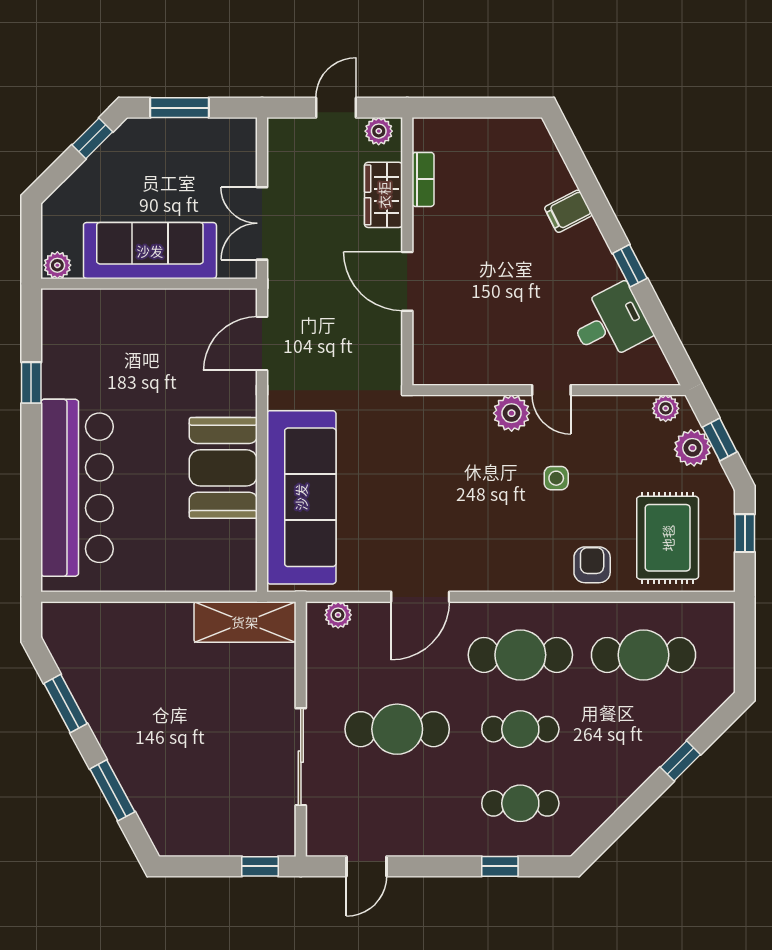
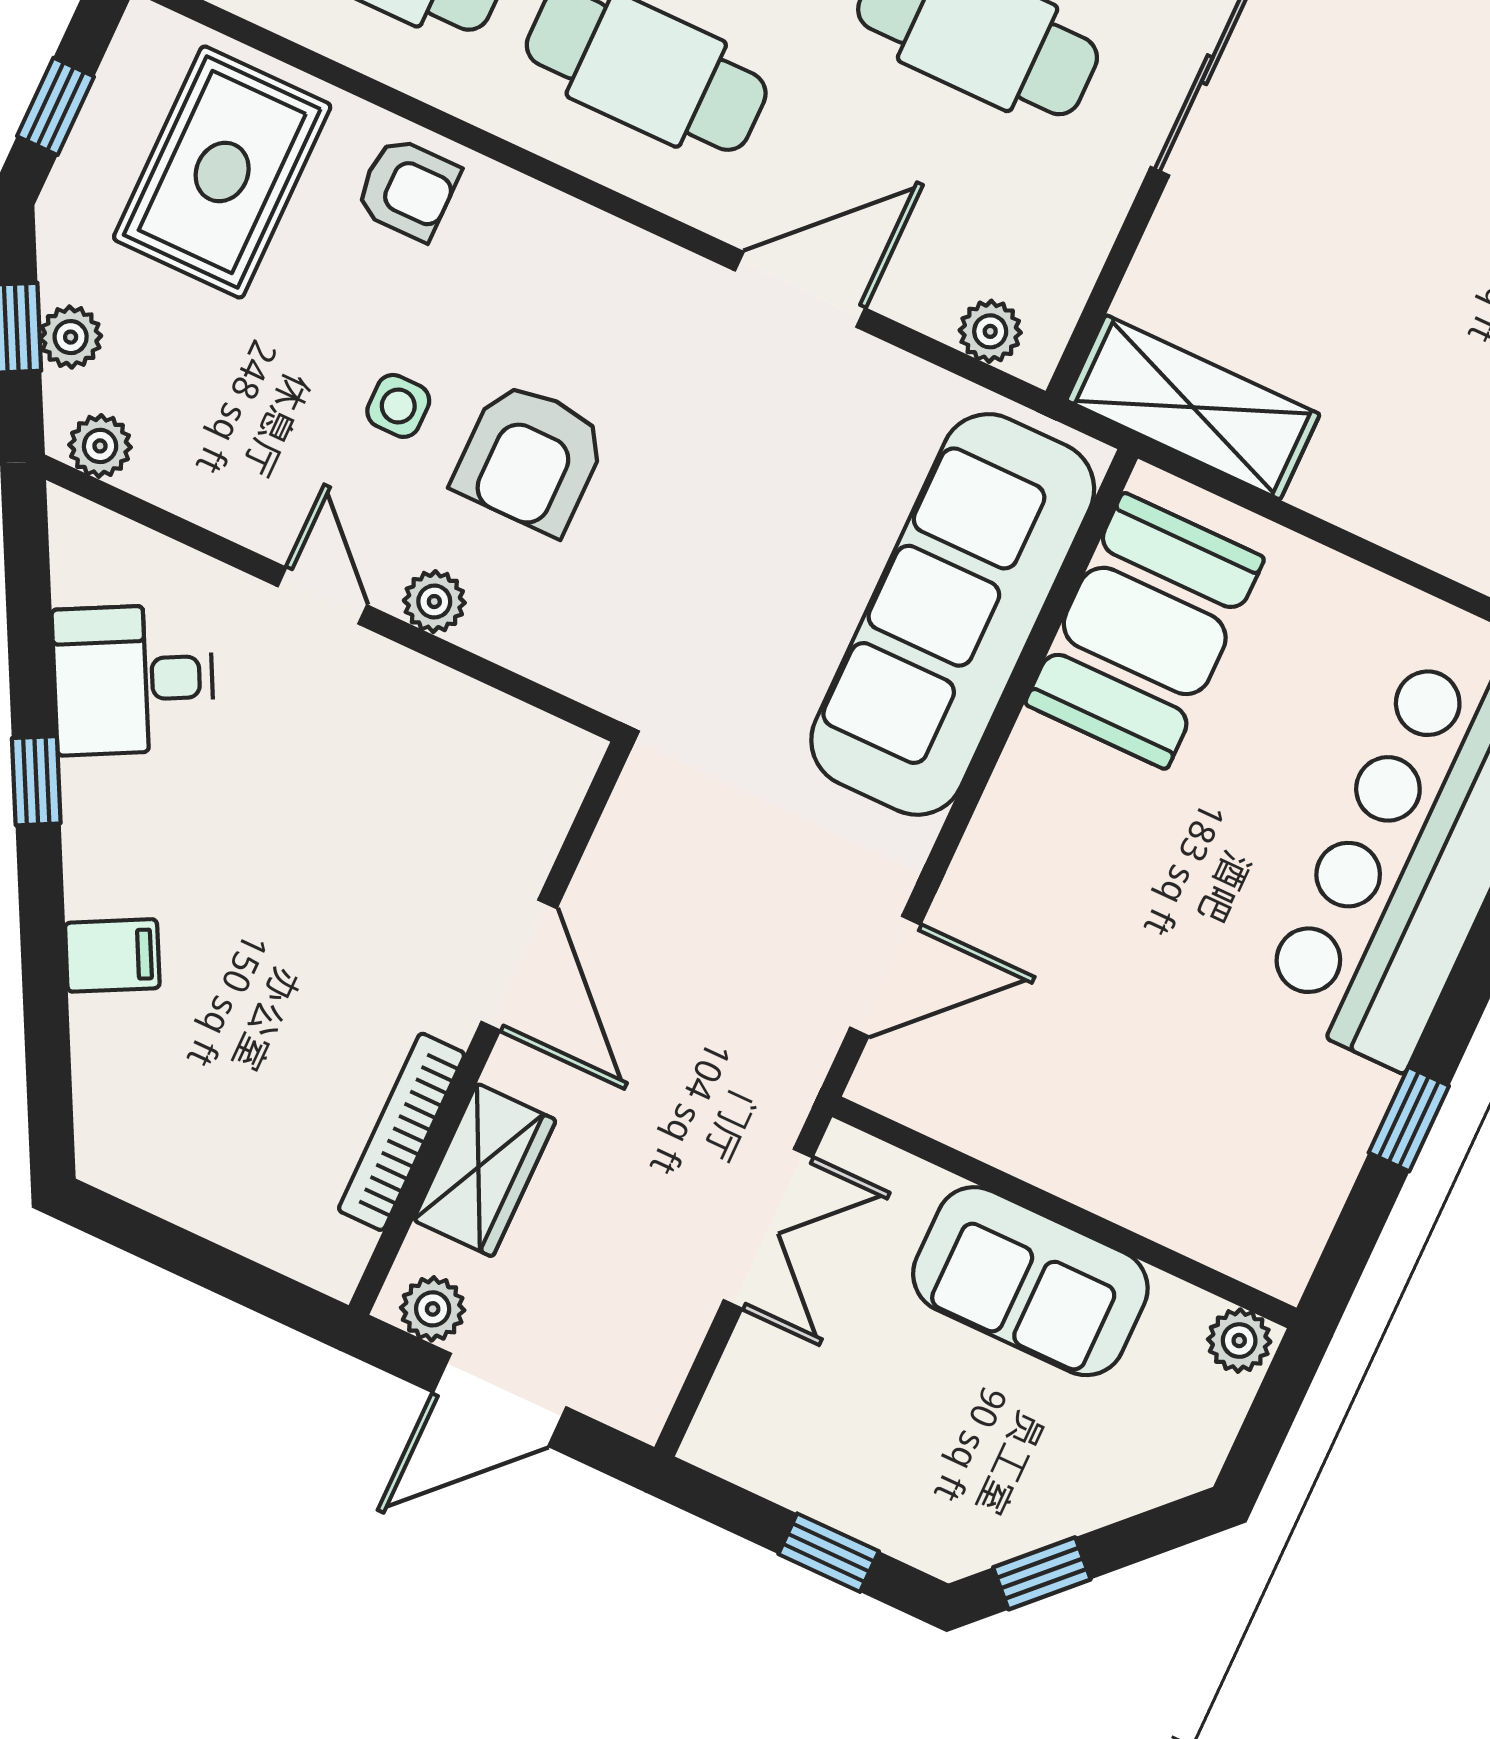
window: (180, 108) -> (829, 1553), width x0.67
door: (336, 108) -> (500, 1400), width x1.38
bookcase: (423, 179) -> (402, 1132), width x1.56
sofa: (150, 251) -> (1030, 1281), width x0.73
plant: (512, 413) -> (434, 602), width x0.73, depth x0.73
plant: (692, 448) -> (71, 337), width x0.73, depth x0.73
booth: (223, 468) -> (1145, 631), moved
armchair: (495, 482) -> (530, 458), added
armchair: (592, 565) -> (407, 189), turned -90

